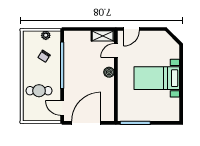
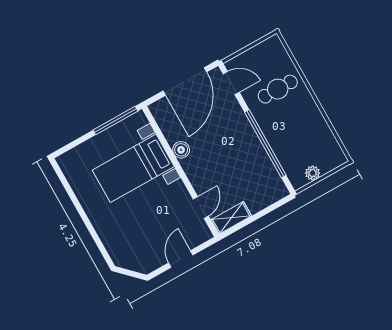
door: (131, 29) -> (181, 259), moved
chair: (44, 56) -> (298, 142), removed
boiler: (109, 72) -> (181, 150), moved
bed with nightstands: (157, 78) -> (133, 168), moved, turned 180

